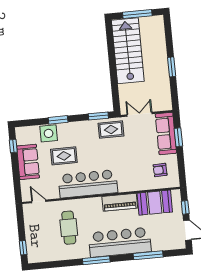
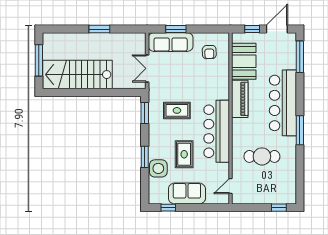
rug: (111, 130) -> (177, 110), moved, turned 90
window: (148, 255) -> (300, 57), moved

